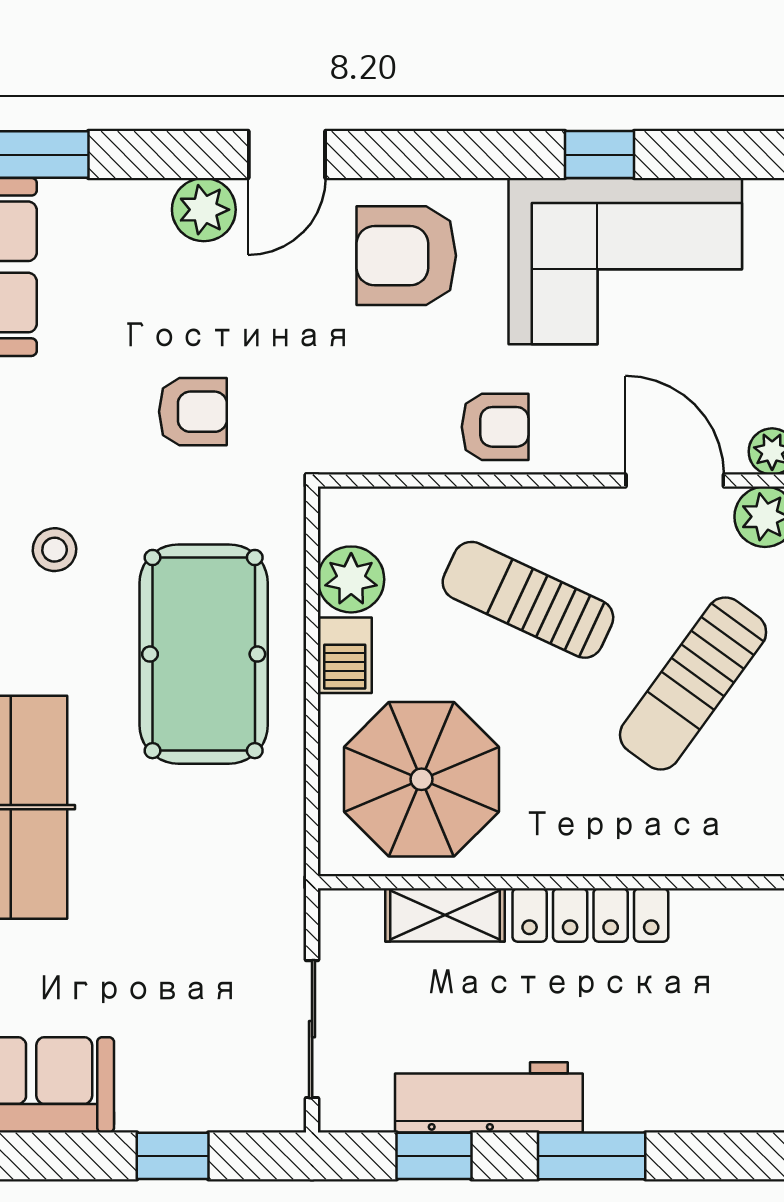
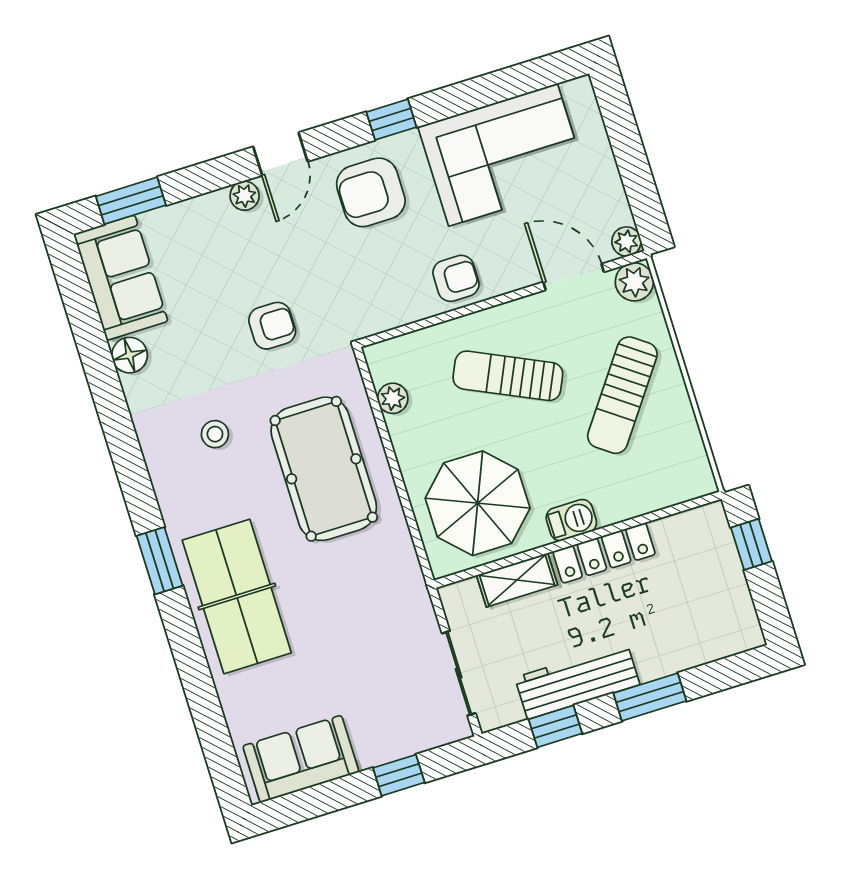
window: (600, 155) -> (391, 120), moved
plant: (204, 210) -> (245, 196), width x0.73, depth x0.73
plant: (351, 579) -> (393, 398), width x0.73, depth x0.73
barbecue: (345, 655) -> (571, 520), moved, turned -90

